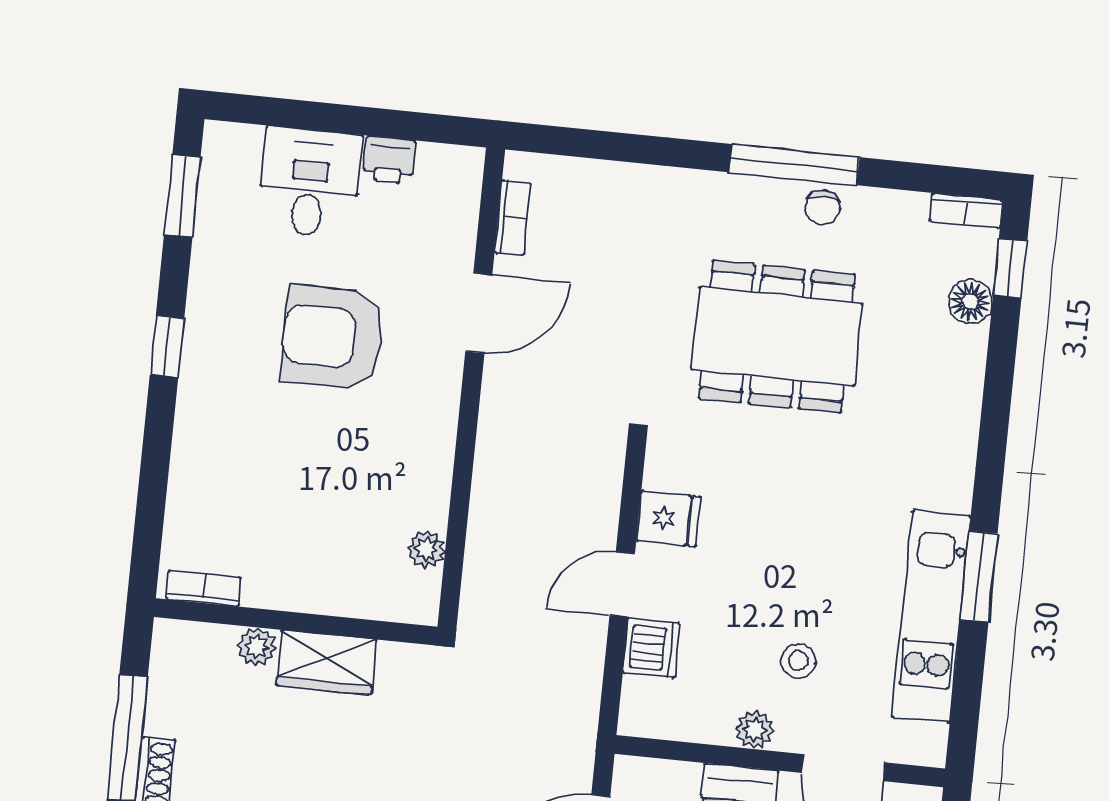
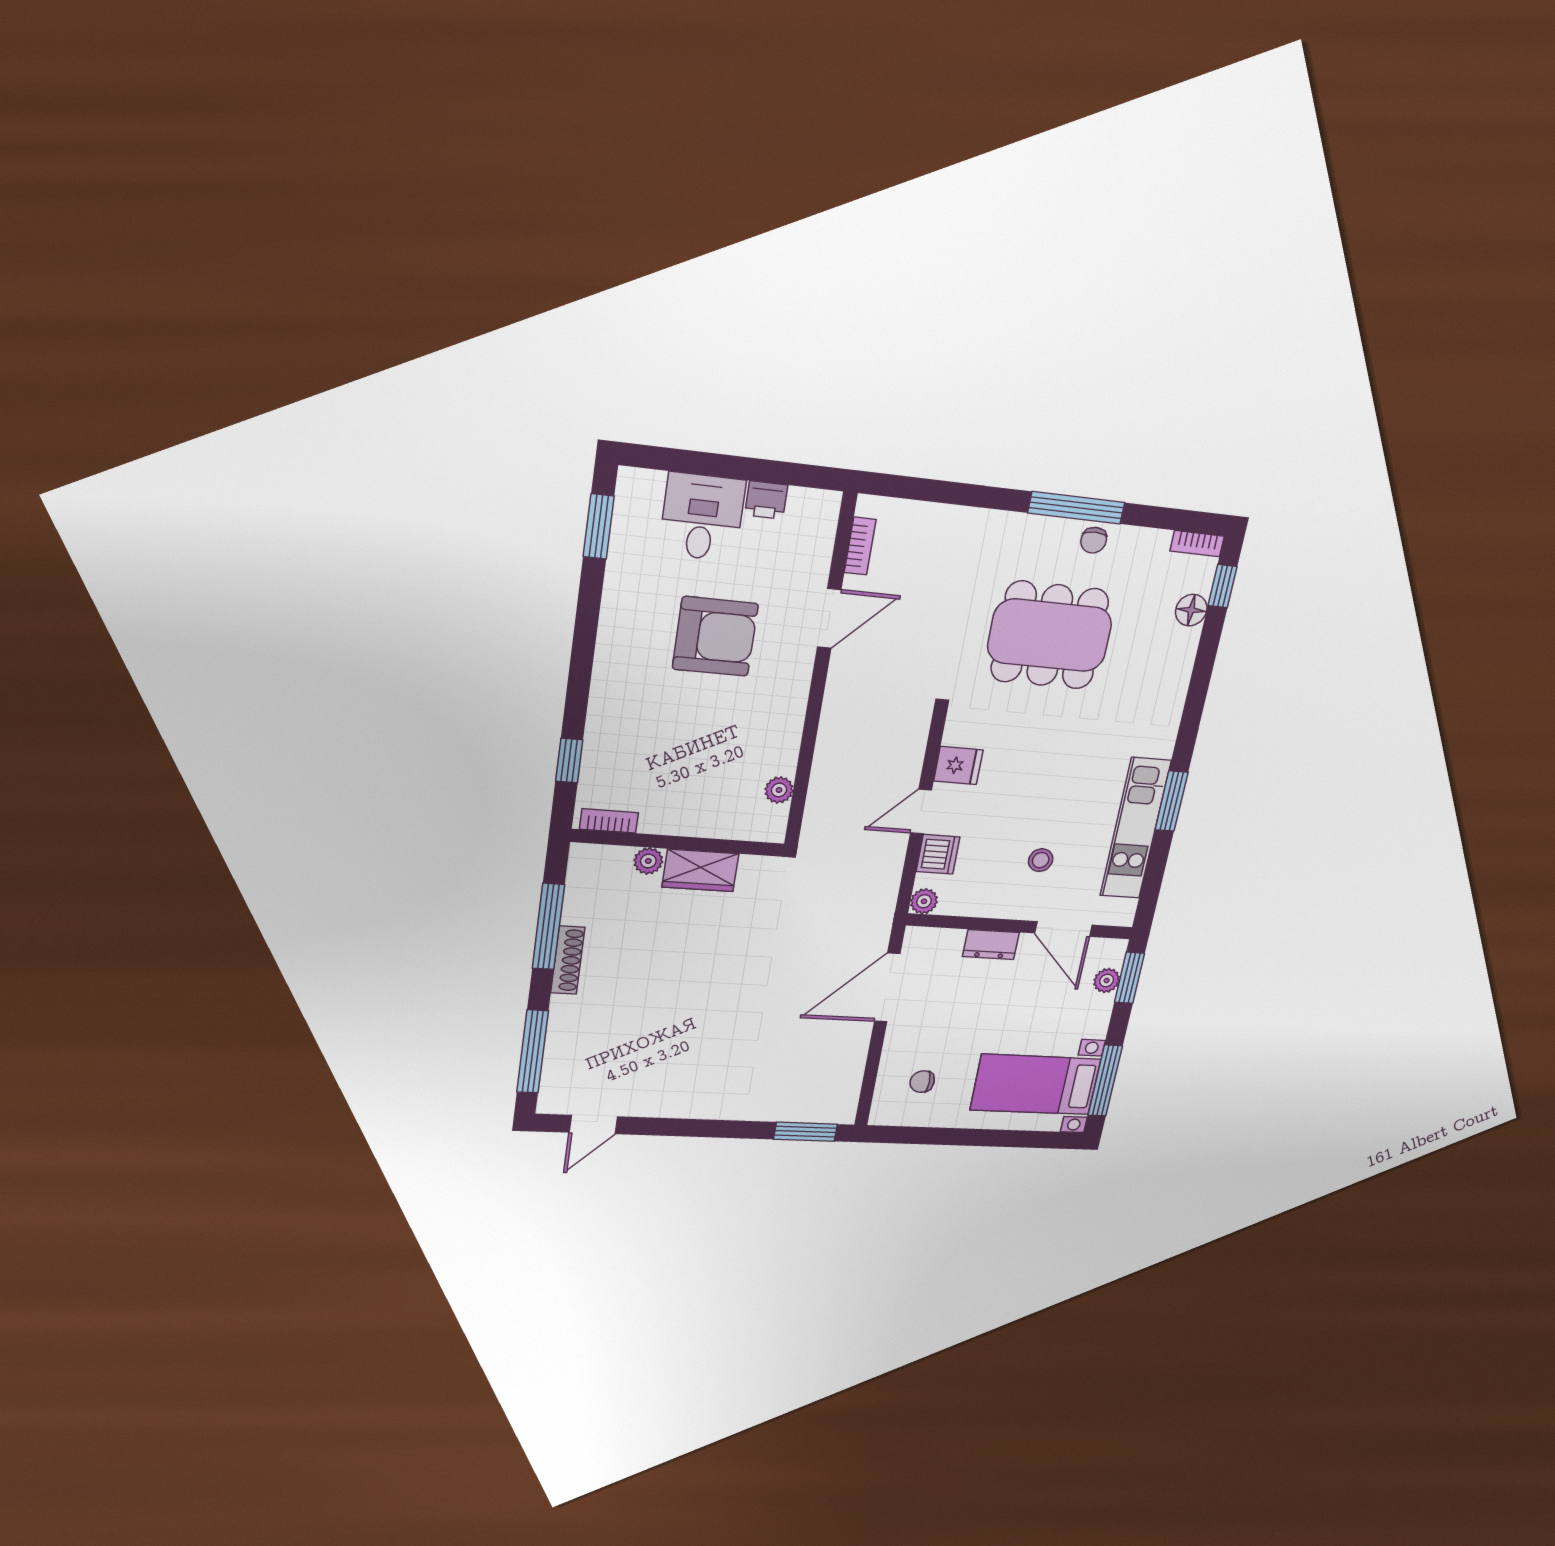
armchair: (333, 337) -> (715, 636), turned 180
window: (167, 347) -> (569, 761), moved
plant: (755, 730) -> (924, 901), moved

